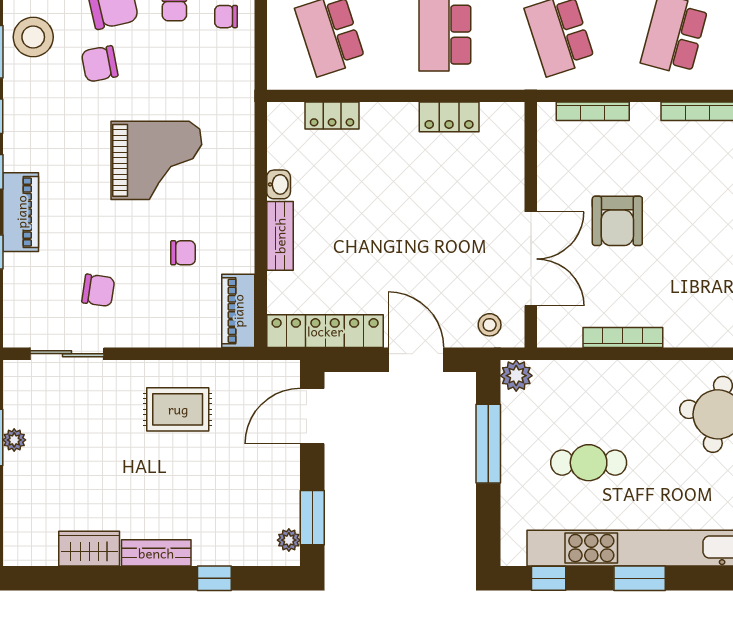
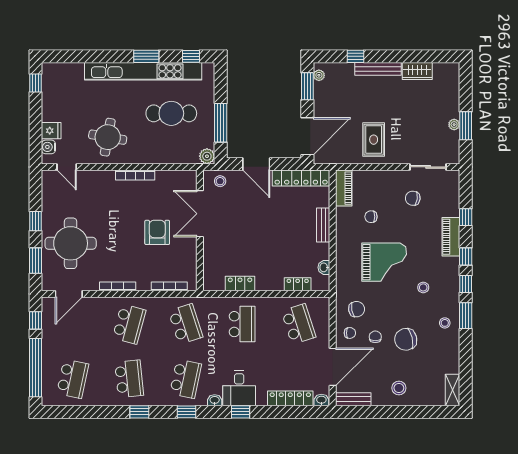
stool: (33, 37) -> (445, 323), width x0.53, depth x0.53
chair: (100, 64) -> (357, 309), moved
stool: (77, 109) -> (423, 287), added
grand piano: (156, 160) -> (384, 262), turned 180
washbasin: (279, 184) -> (324, 267), moved
bookcase: (623, 337) -> (135, 175), moved
rug: (178, 409) -> (374, 140), turned 90
door: (312, 416) -> (307, 136), width x1.36
cafe table: (589, 463) -> (171, 113), width x1.37, depth x1.35
bench: (156, 553) -> (378, 69), width x1.36

